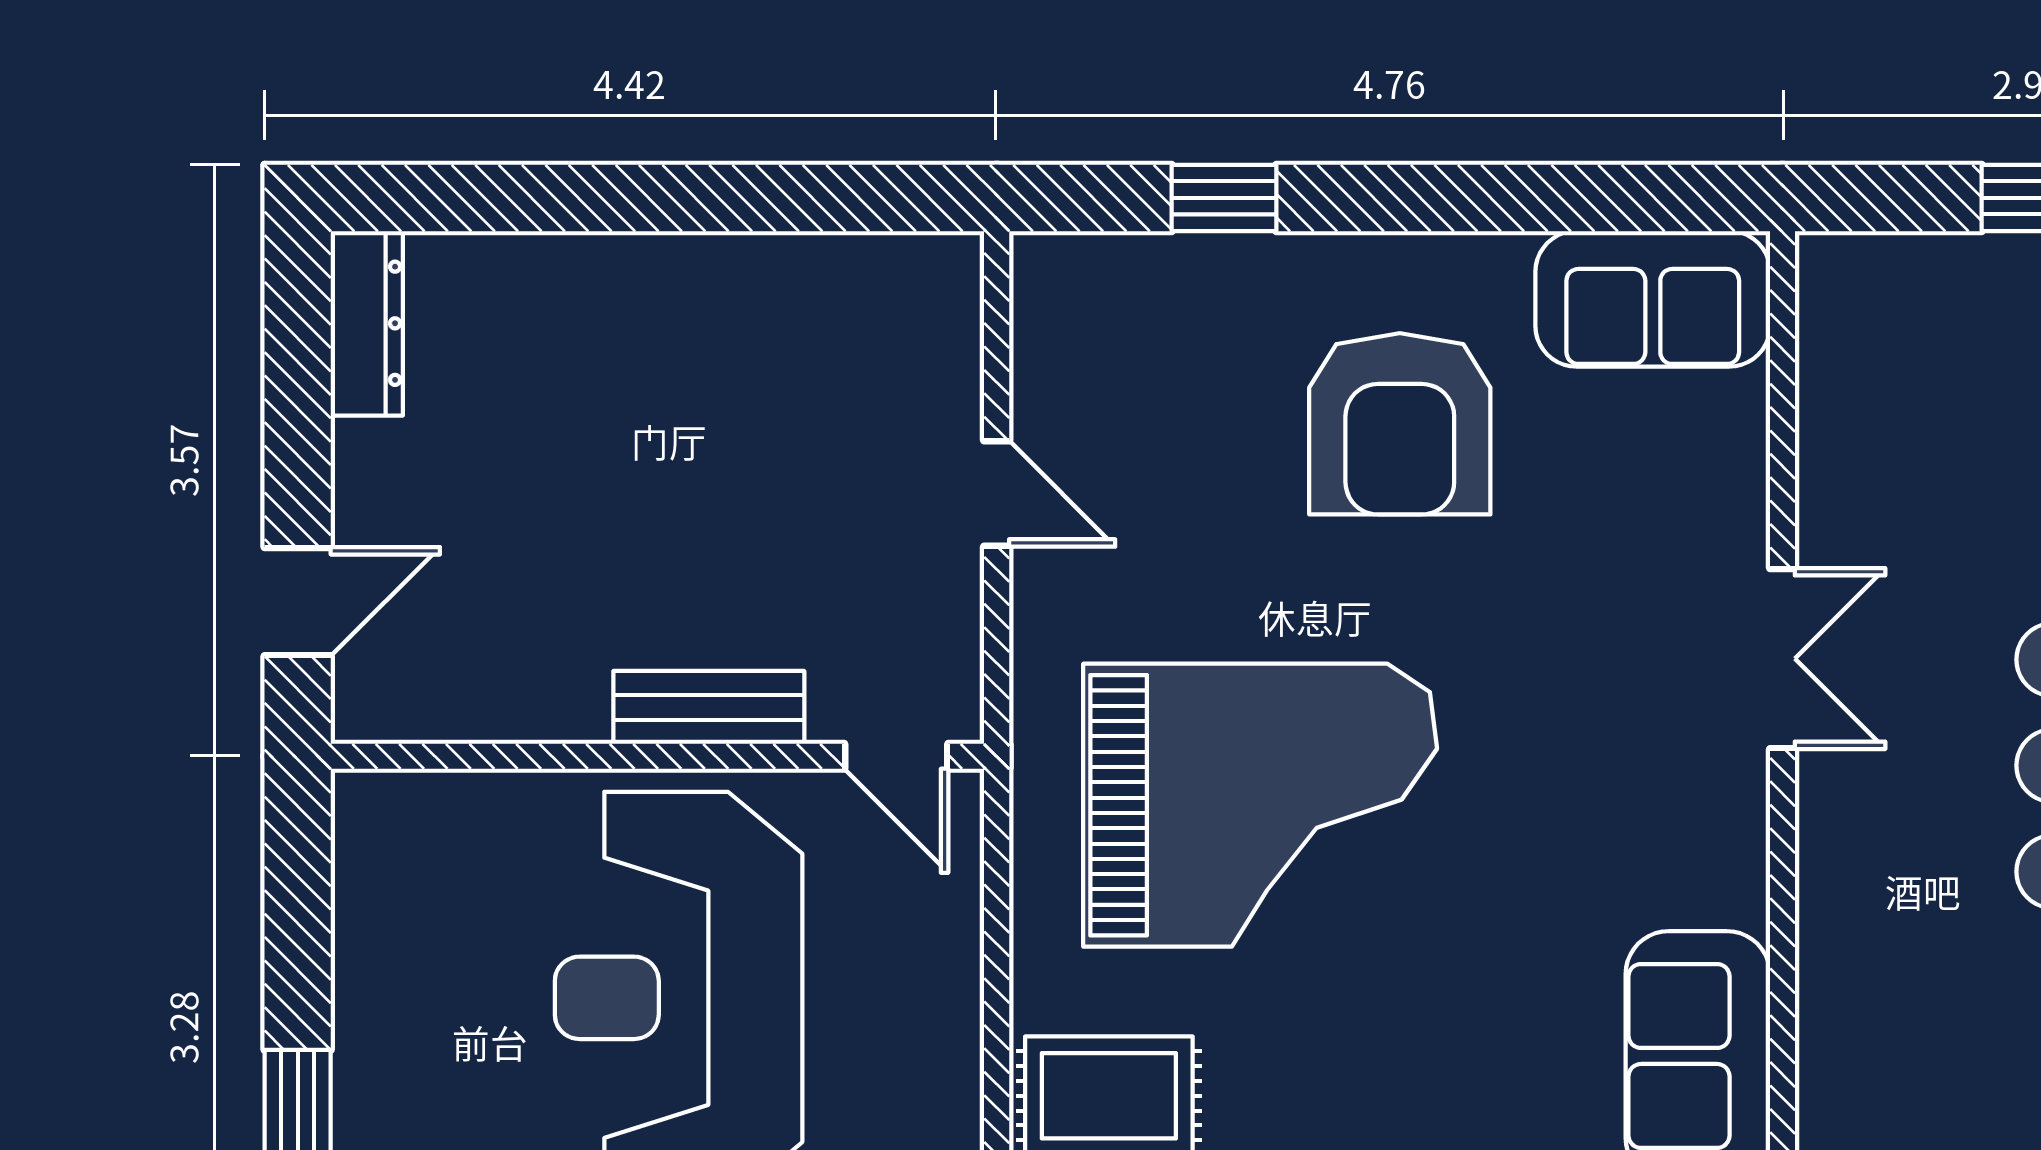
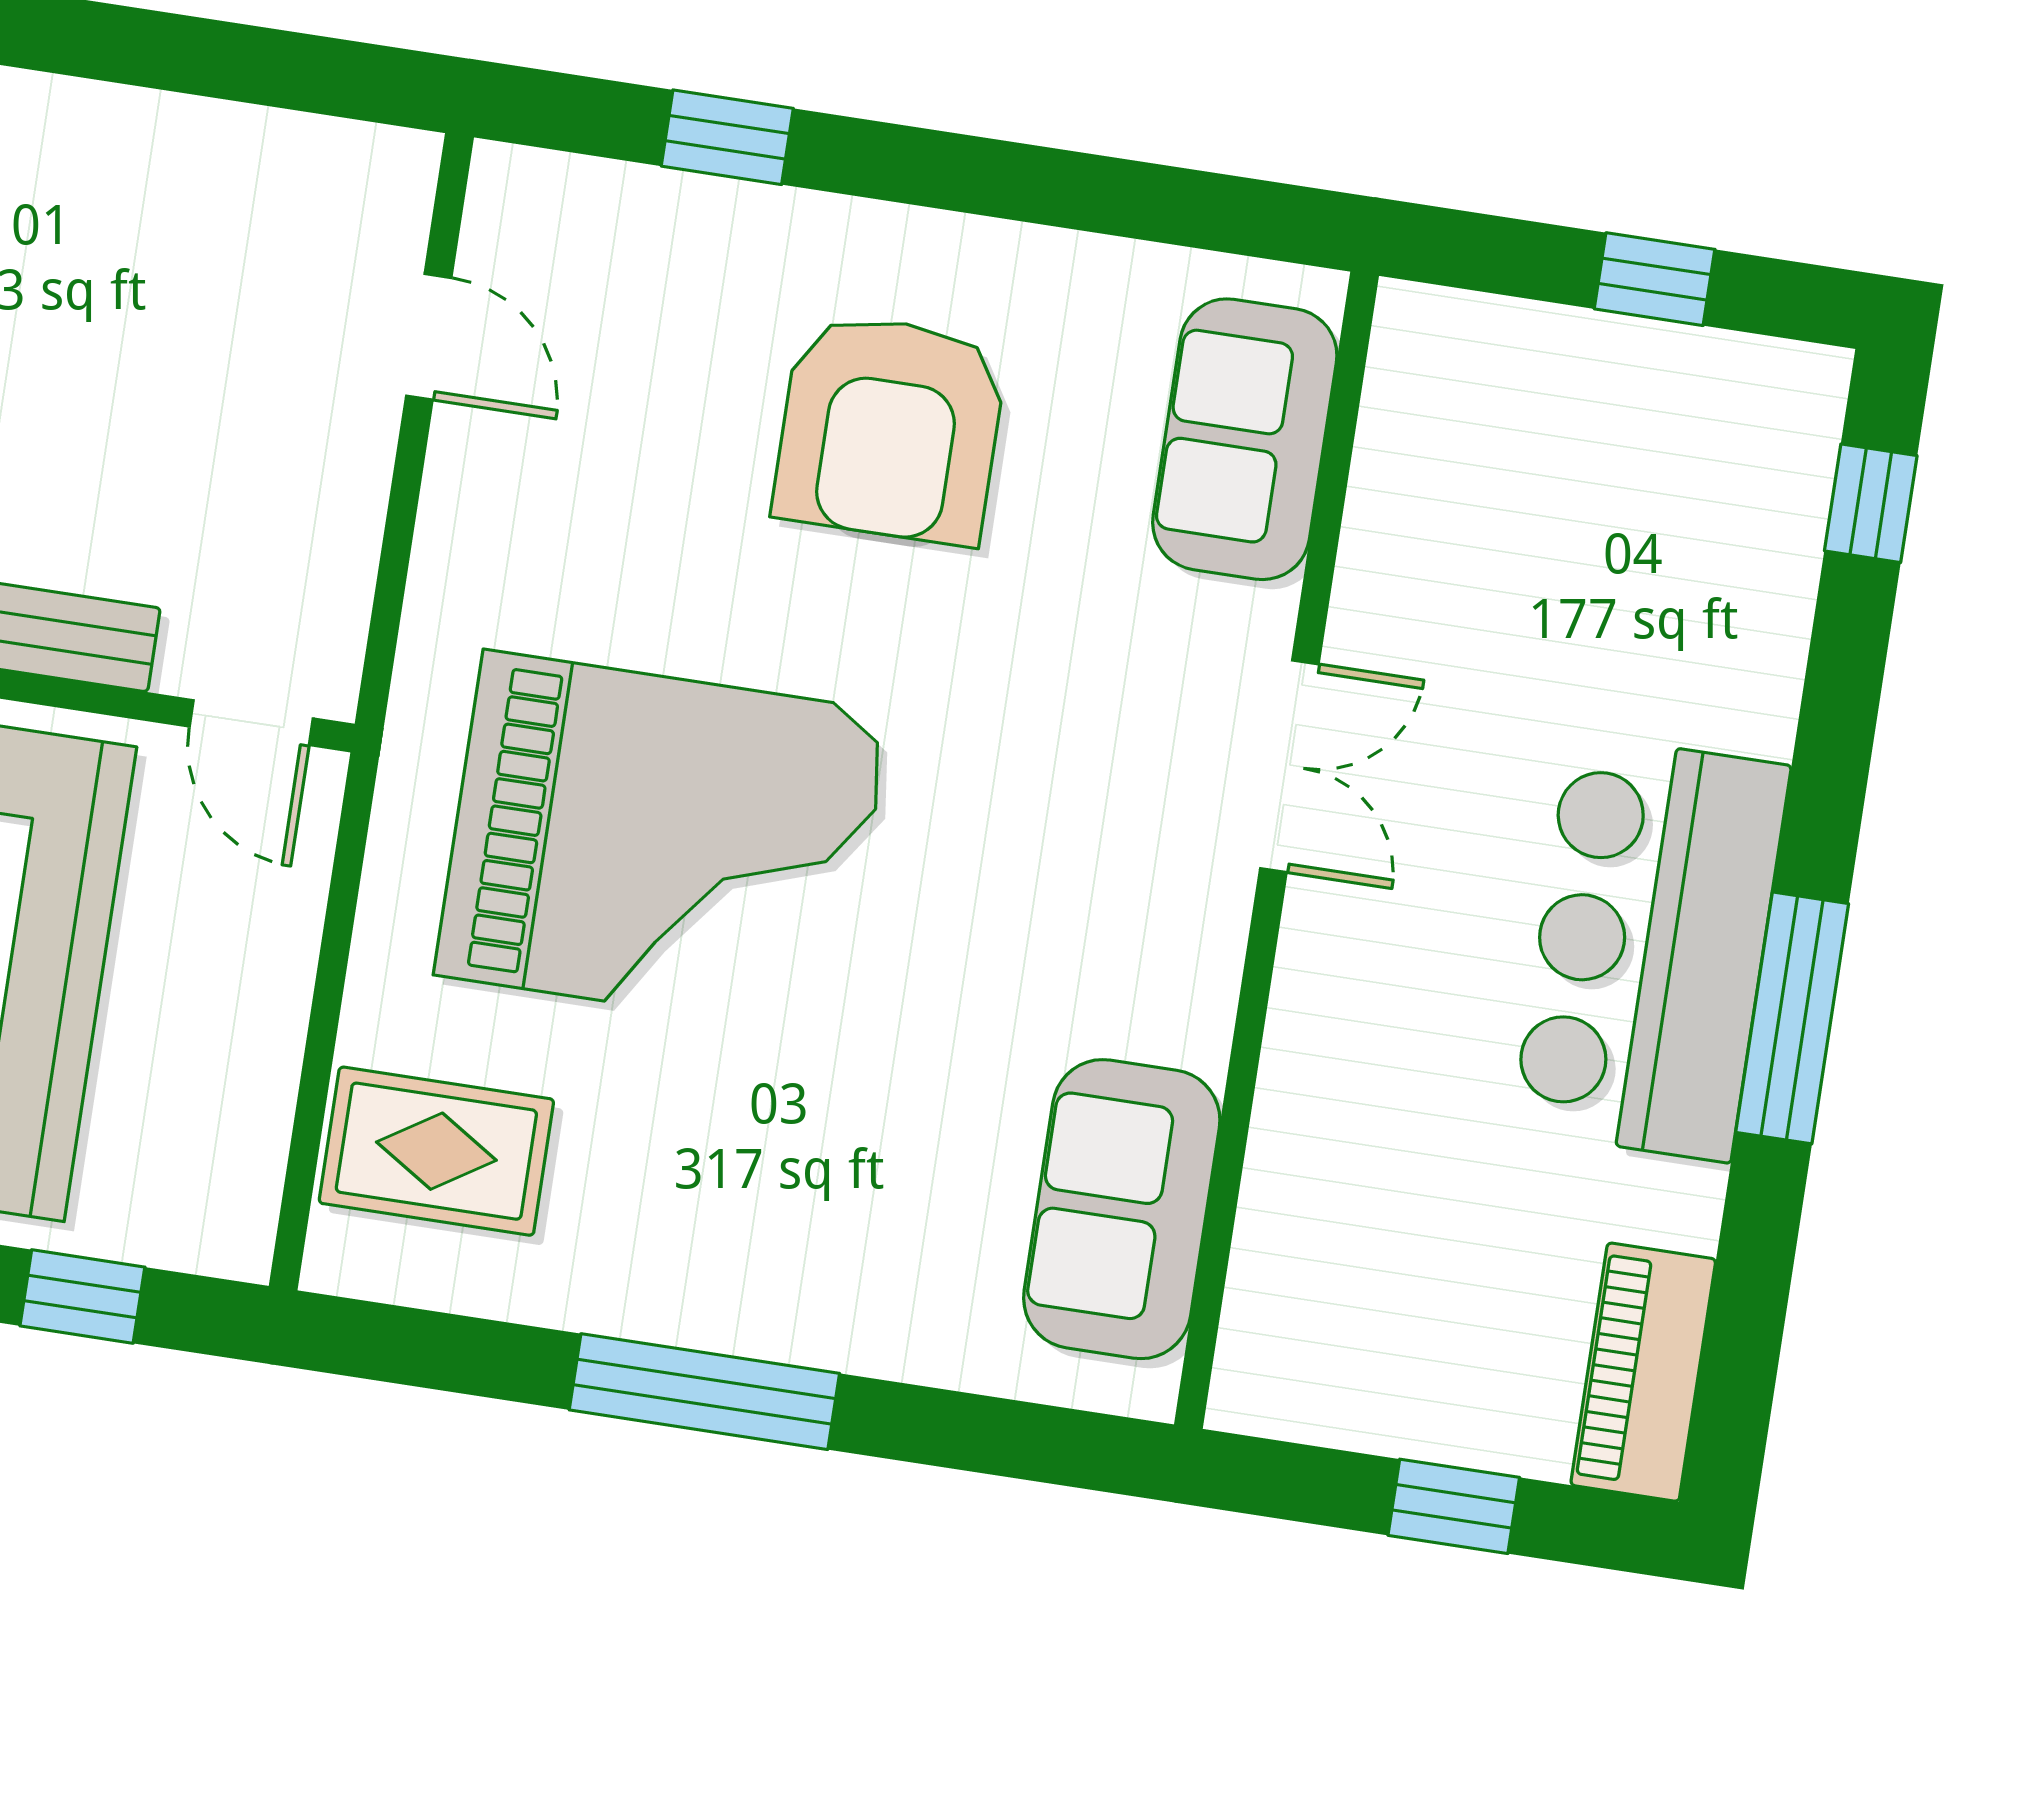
sofa: (1653, 299) -> (1245, 439), moved, turned 90
door: (997, 494) -> (429, 337), moved

